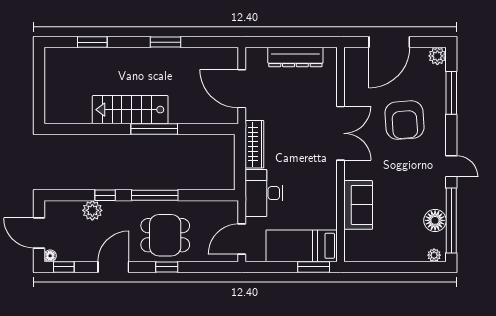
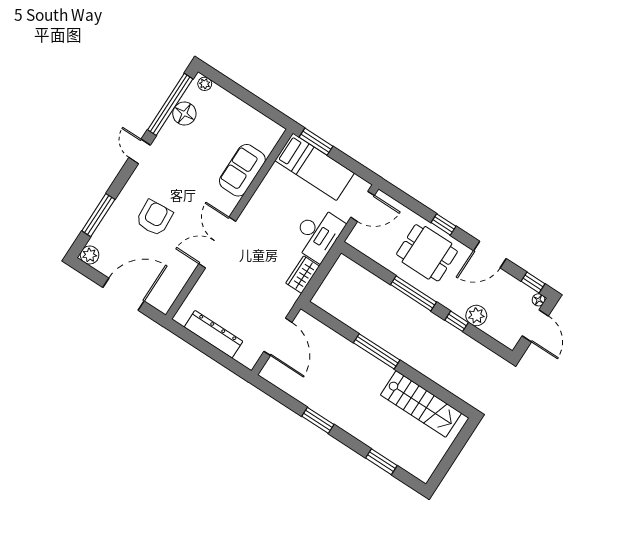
stairs: (130, 110) -> (421, 404), moved
armchair: (404, 120) -> (154, 218), width x0.73, depth x0.73
wardrobe: (254, 144) -> (303, 275), width x0.67

